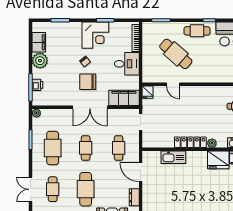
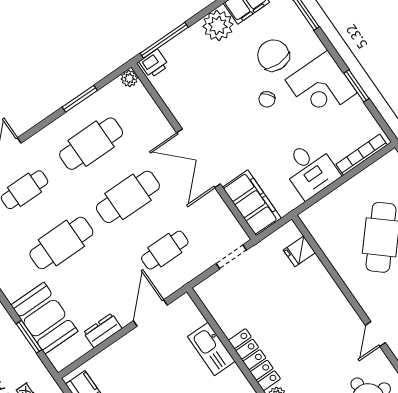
chair: (88, 82) -> (273, 55), moved
door: (173, 84) -> (375, 334), moved
printer: (37, 85) -> (154, 64), moved
fridge: (147, 92) -> (299, 251), moved
cafe table: (86, 148) -> (128, 197), width x1.37, depth x1.35

